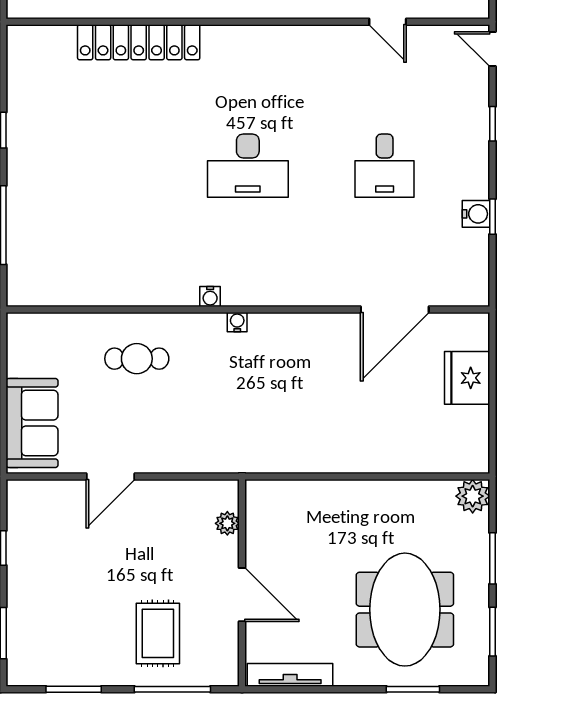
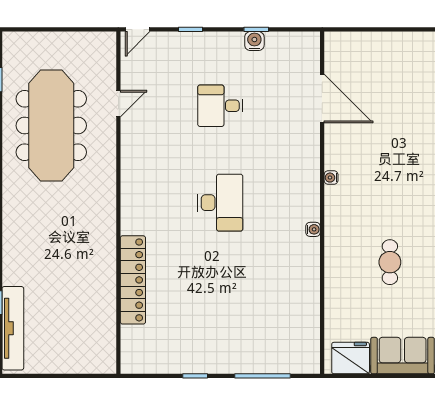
desk: (385, 166) -> (220, 106), turned 180
water cooler: (237, 322) -> (331, 178), moved
cafe table: (137, 359) -> (390, 262), moved
fridge: (467, 378) -> (351, 358), moved, turned 180

